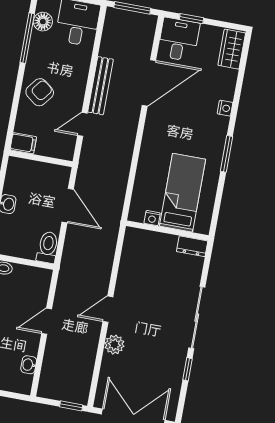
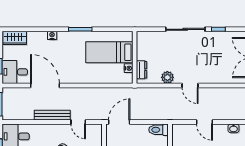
door: (68, 206) -> (119, 122), moved
dresser: (192, 246) -> (142, 70), moved
plant: (114, 345) -> (167, 77), moved

